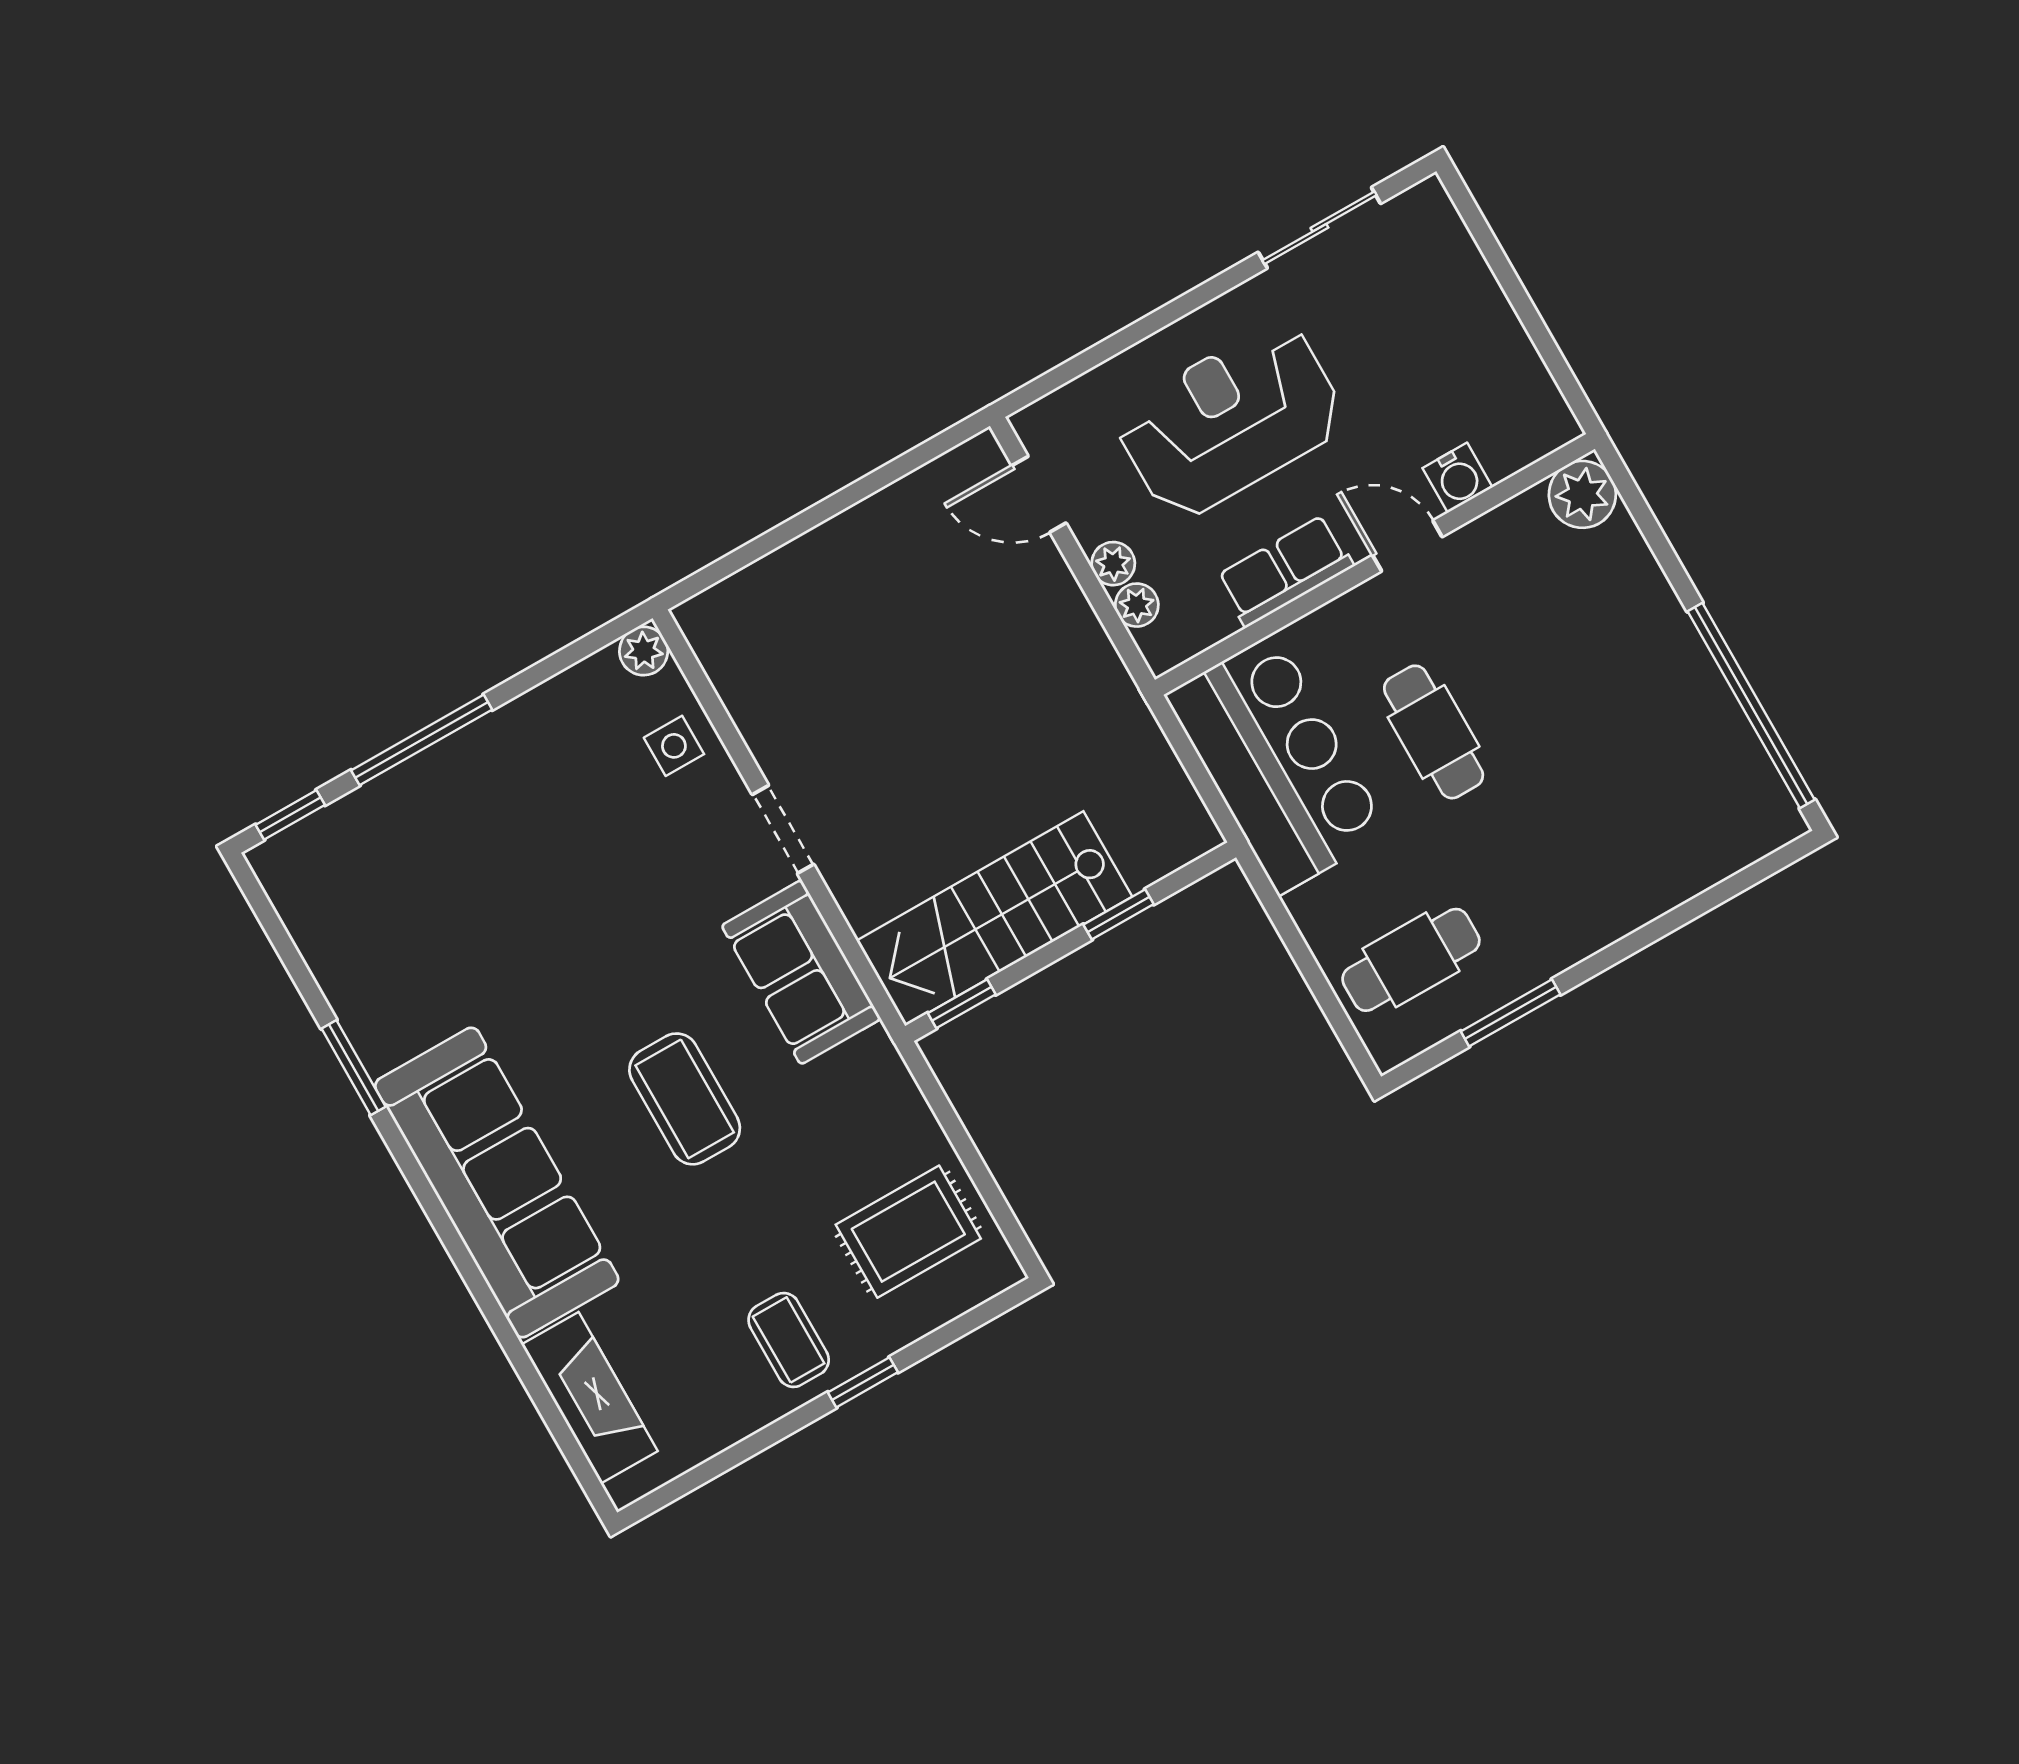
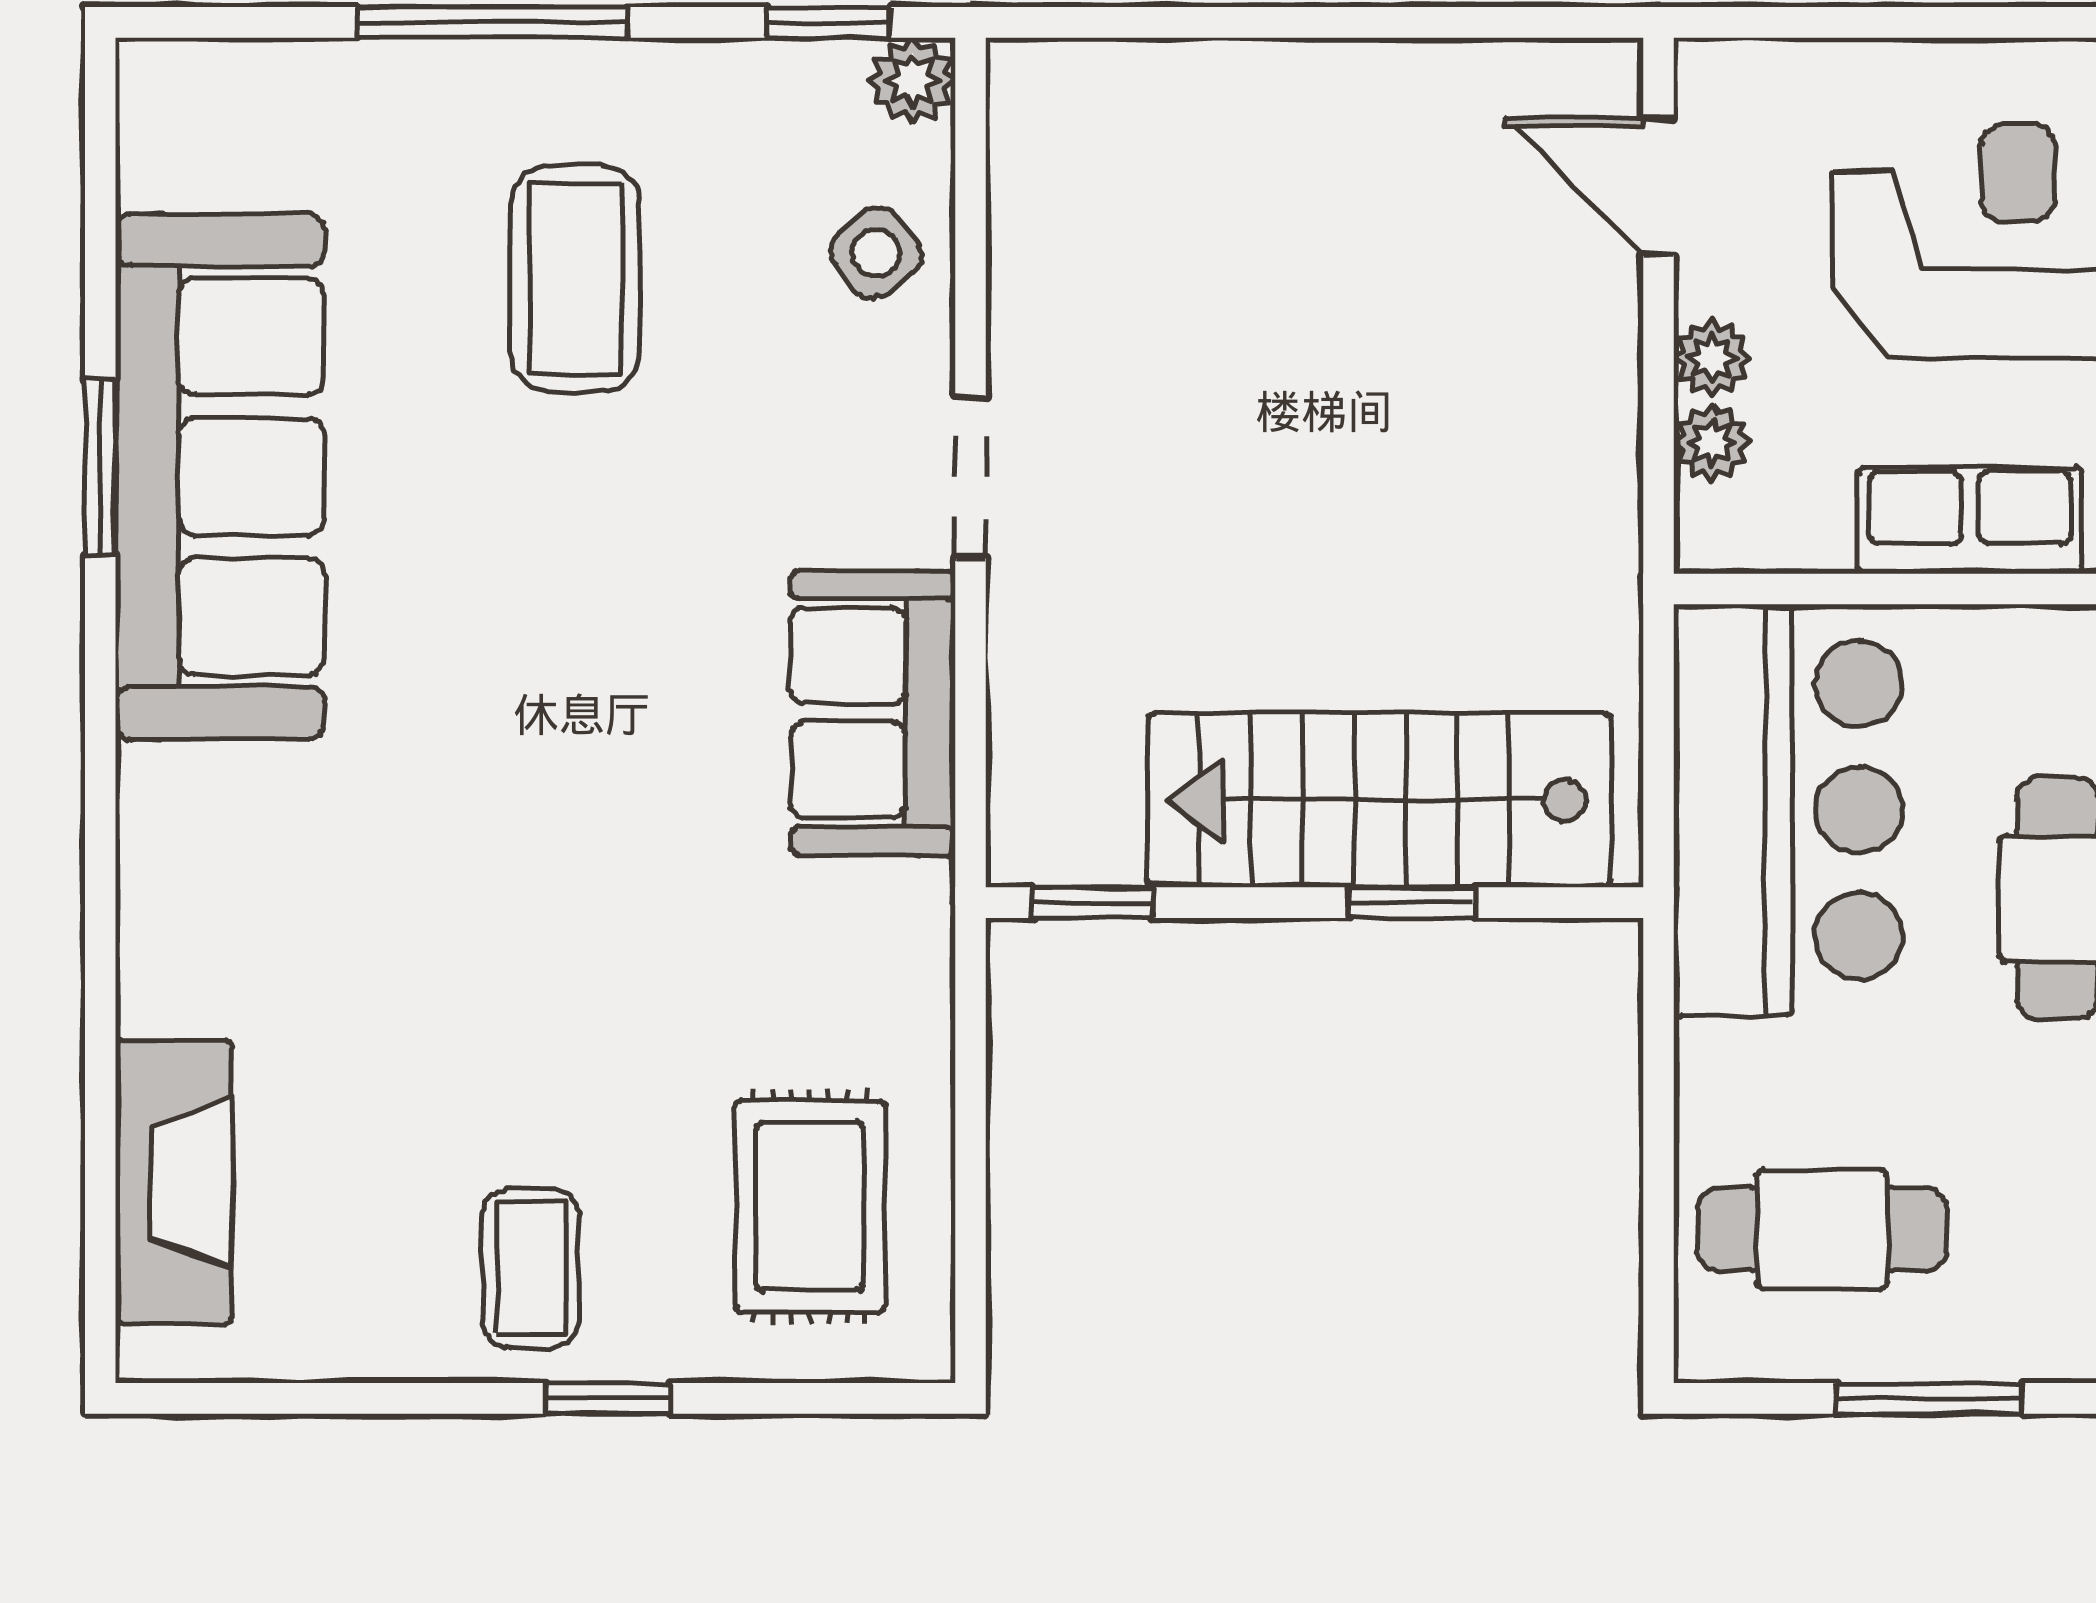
side table: (674, 746) -> (876, 253), turned -38
window: (290, 815) -> (828, 22), moved
stairs: (994, 919) -> (1380, 800), moved
coffee table: (685, 1099) -> (575, 278), moved
sofa: (497, 1183) -> (220, 477), moved
rug: (908, 1232) -> (810, 1206), turned 90

